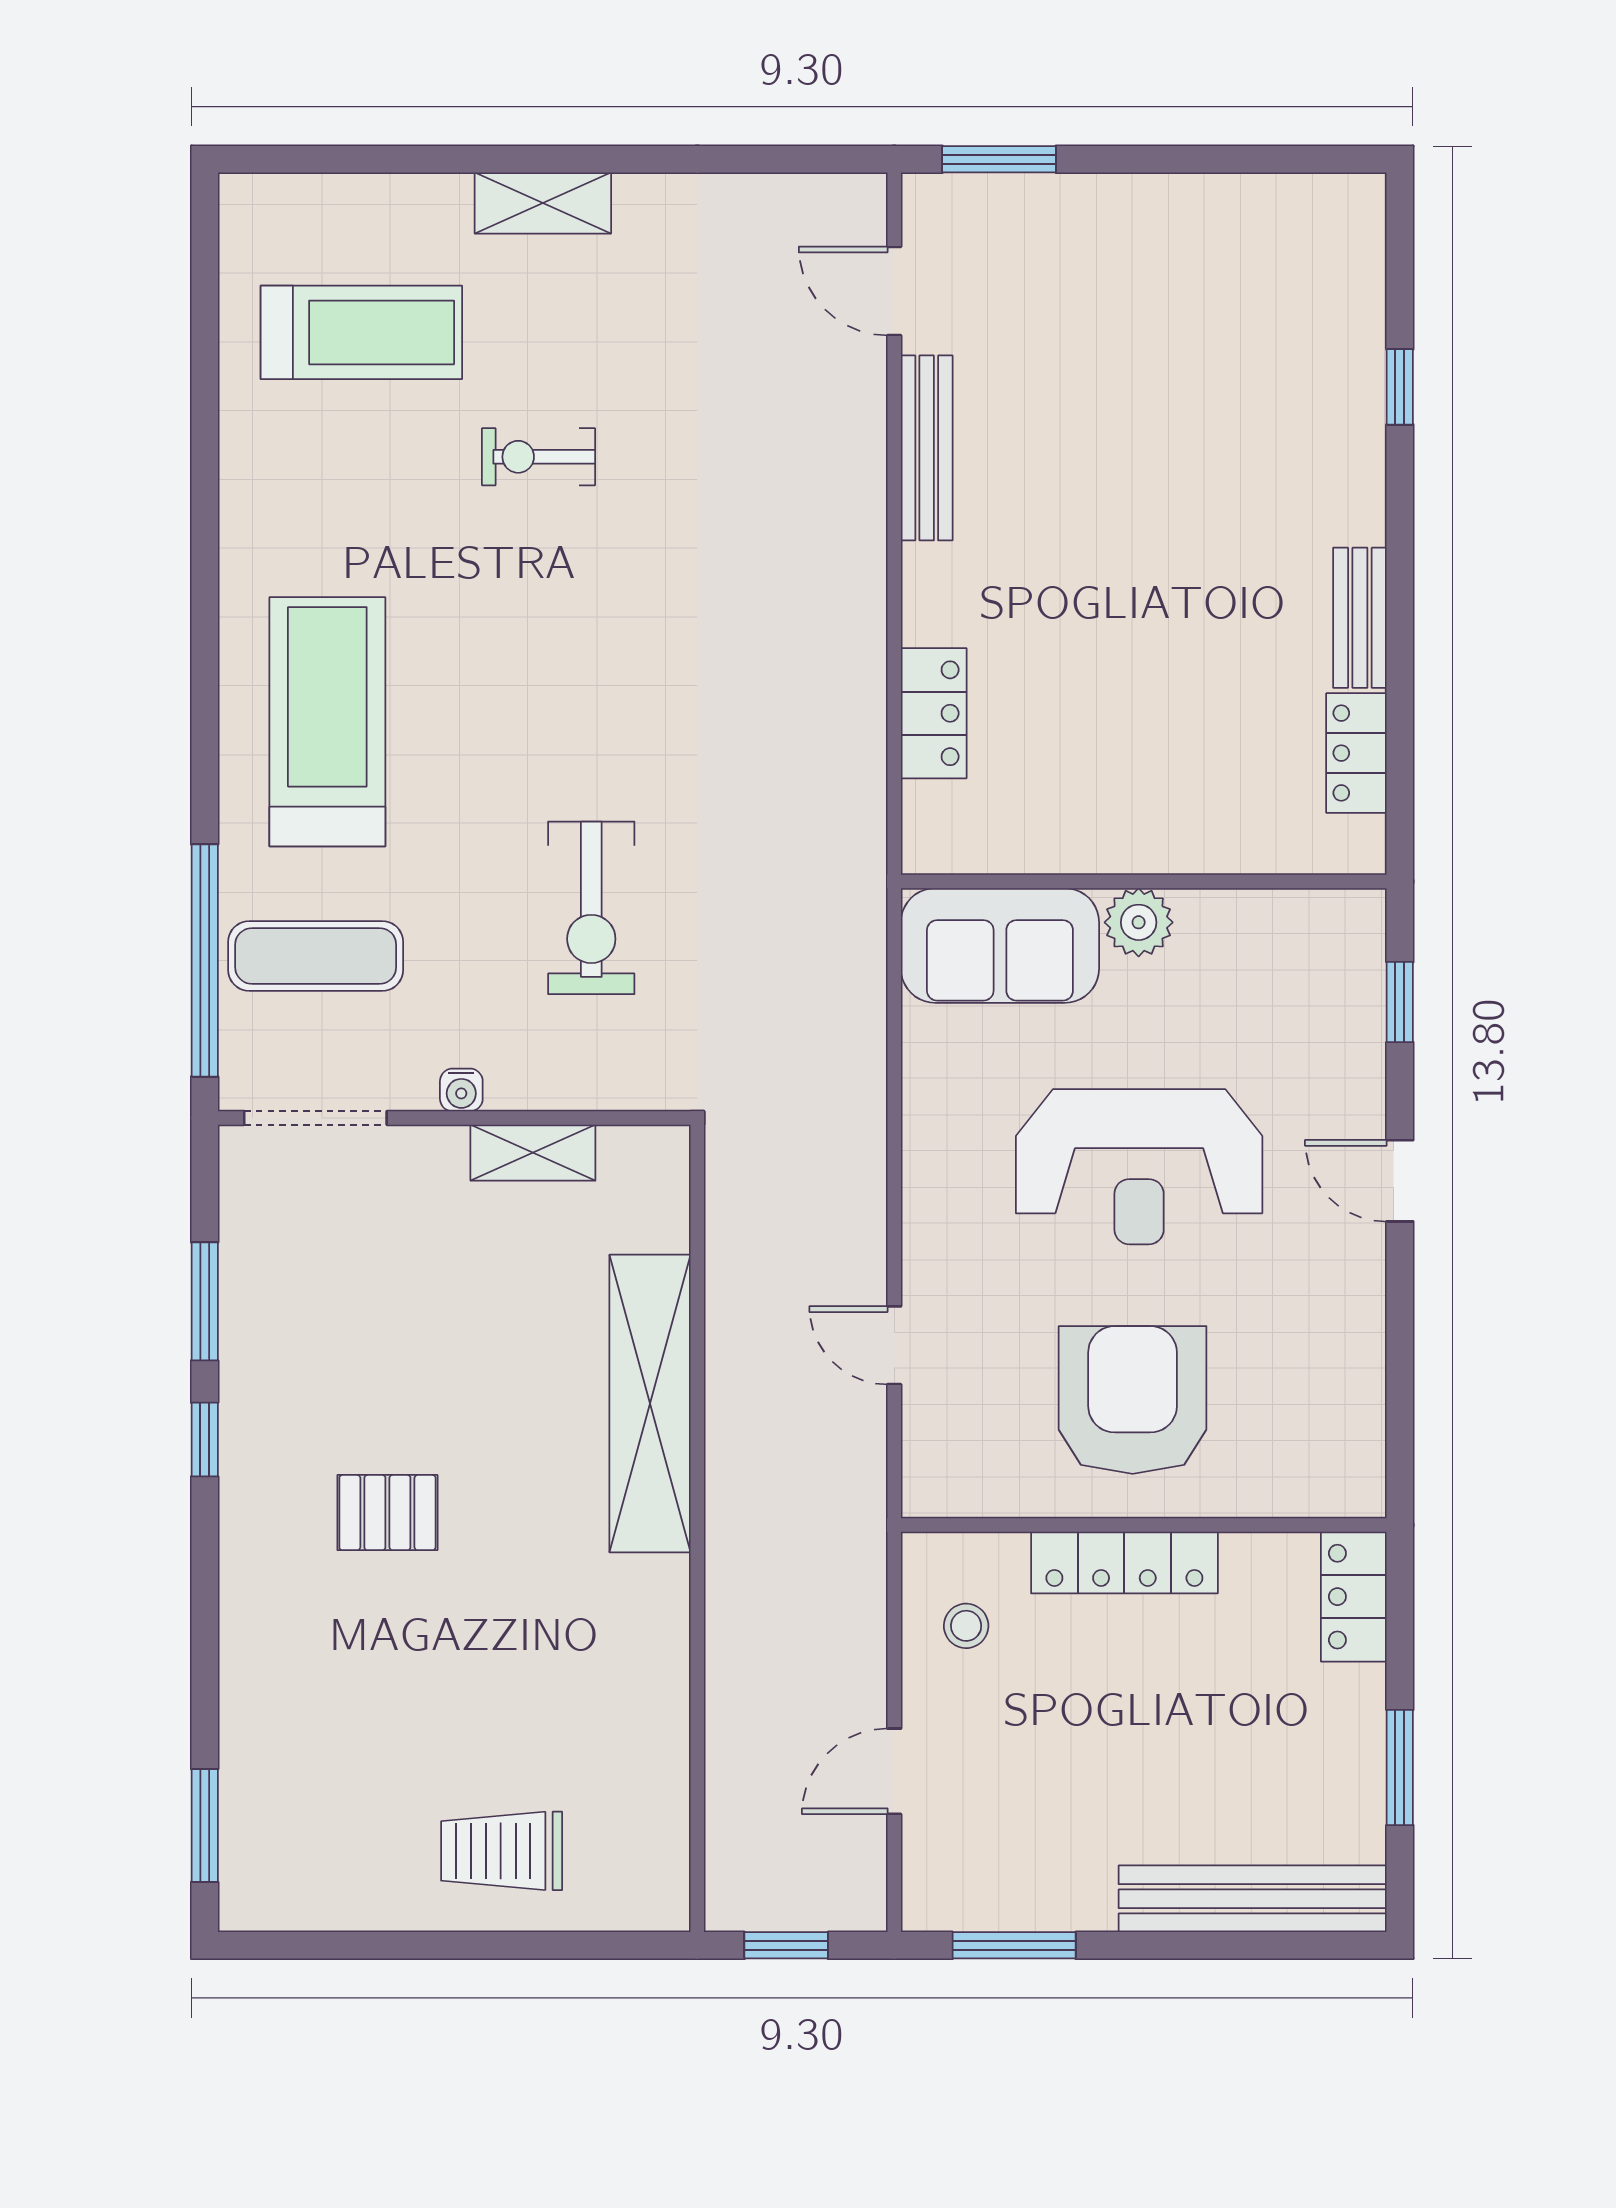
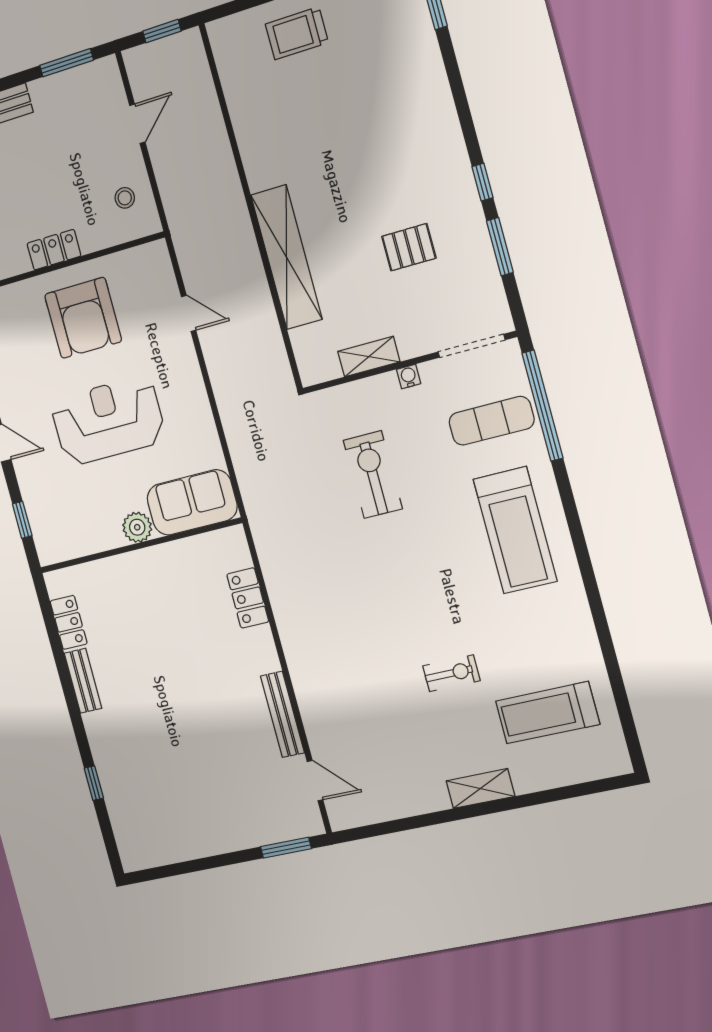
pallet: (387, 1513) -> (409, 247), moved
locker: (1124, 1563) -> (54, 250), width x0.66
trolley: (502, 1851) -> (297, 33), turned 180

